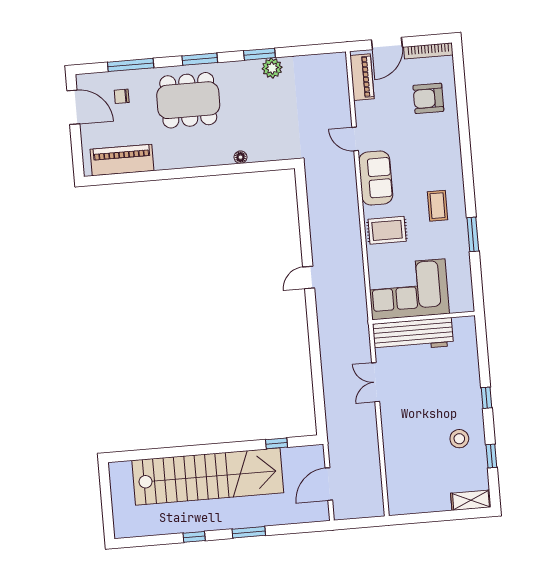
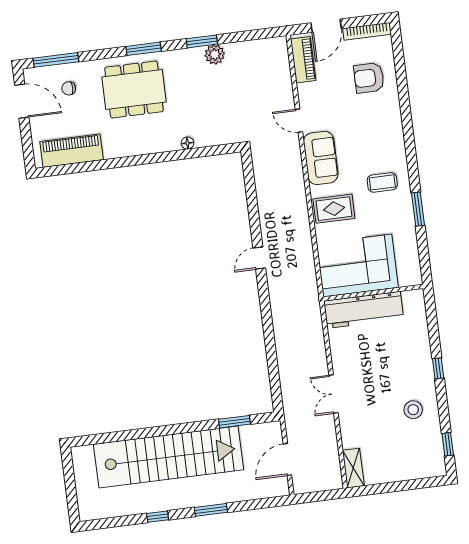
window: (131, 65) -> (56, 60), moved
coffee table: (438, 206) -> (382, 182), turned 90
double door: (376, 382) -> (333, 394), moved
window: (276, 443) -> (234, 422), width x1.50
window: (491, 456) -> (448, 444), moved
shelving: (471, 500) -> (353, 468), moved, turned 90

